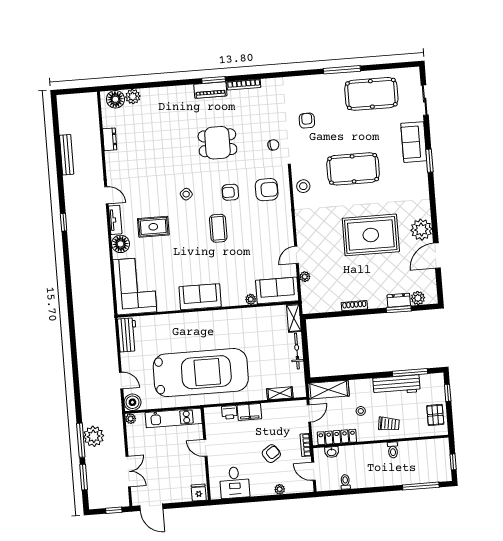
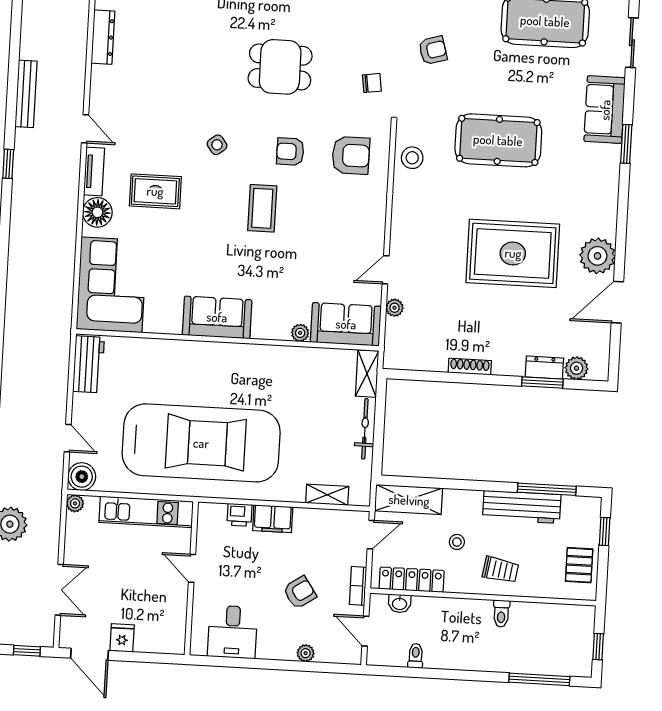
armchair: (307, 121) -> (433, 50), turned 74
dresser: (110, 139) -> (103, 37), width x1.44
bench: (67, 155) -> (26, 94), moved
fridge: (199, 493) -> (122, 638), moved

